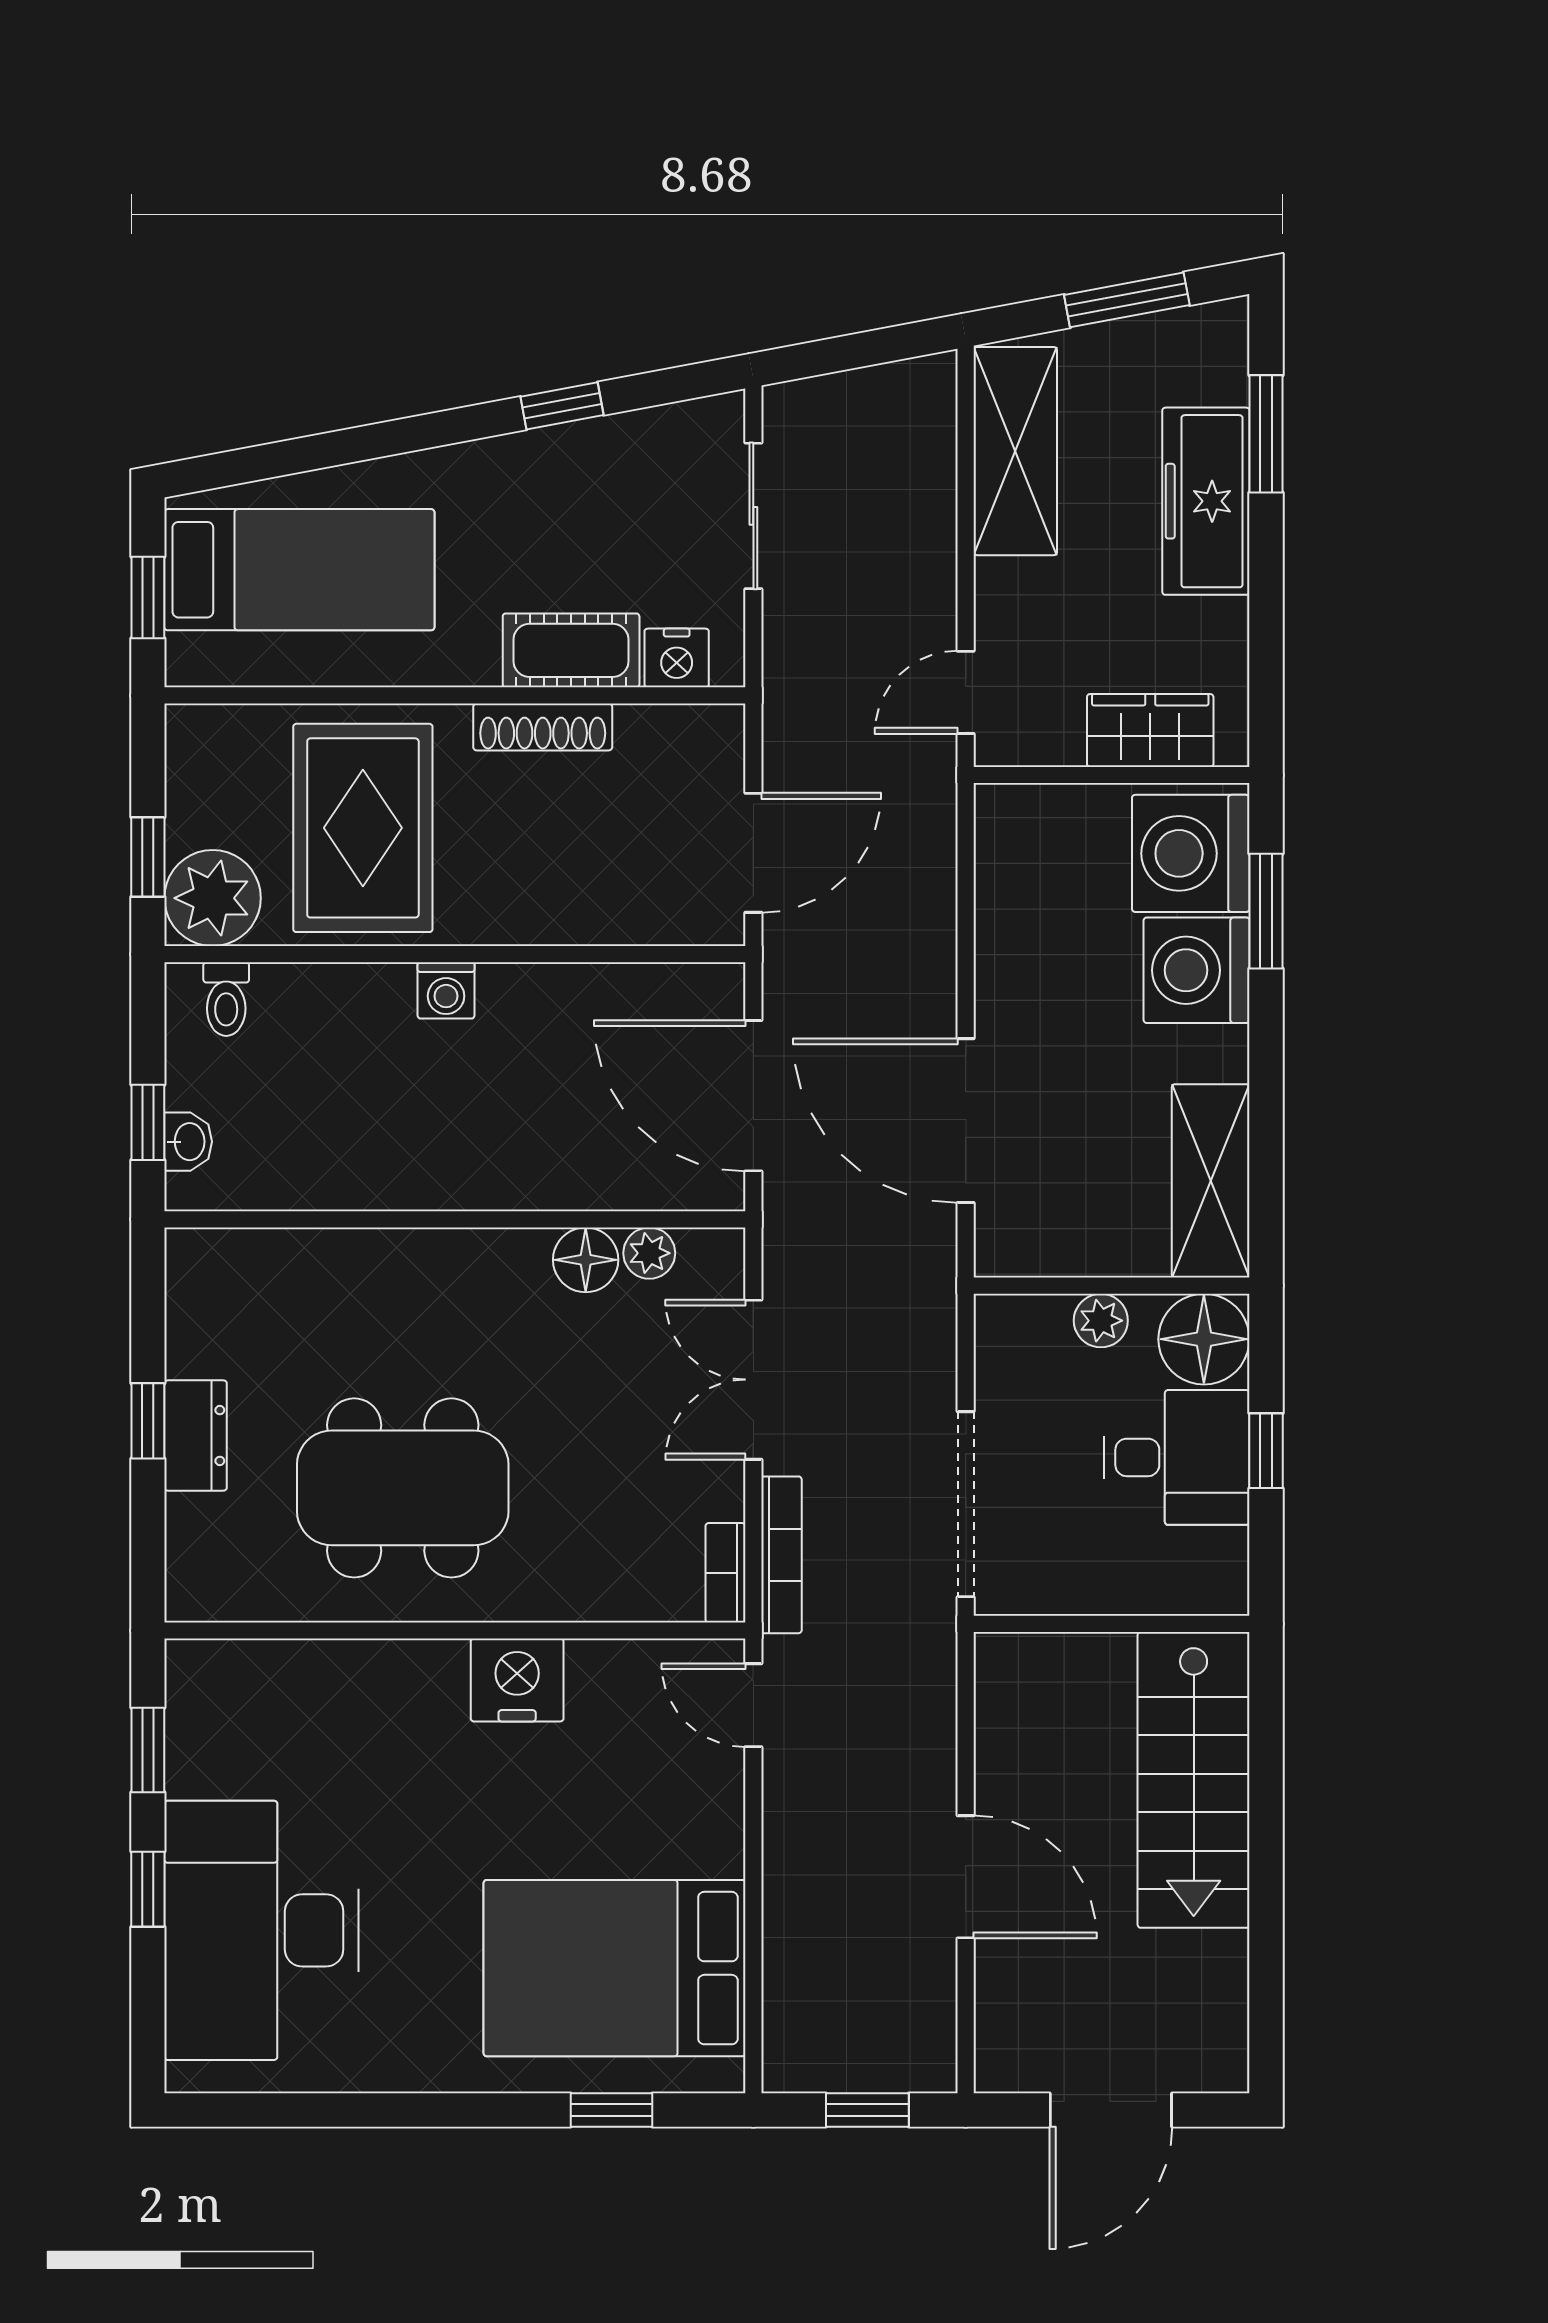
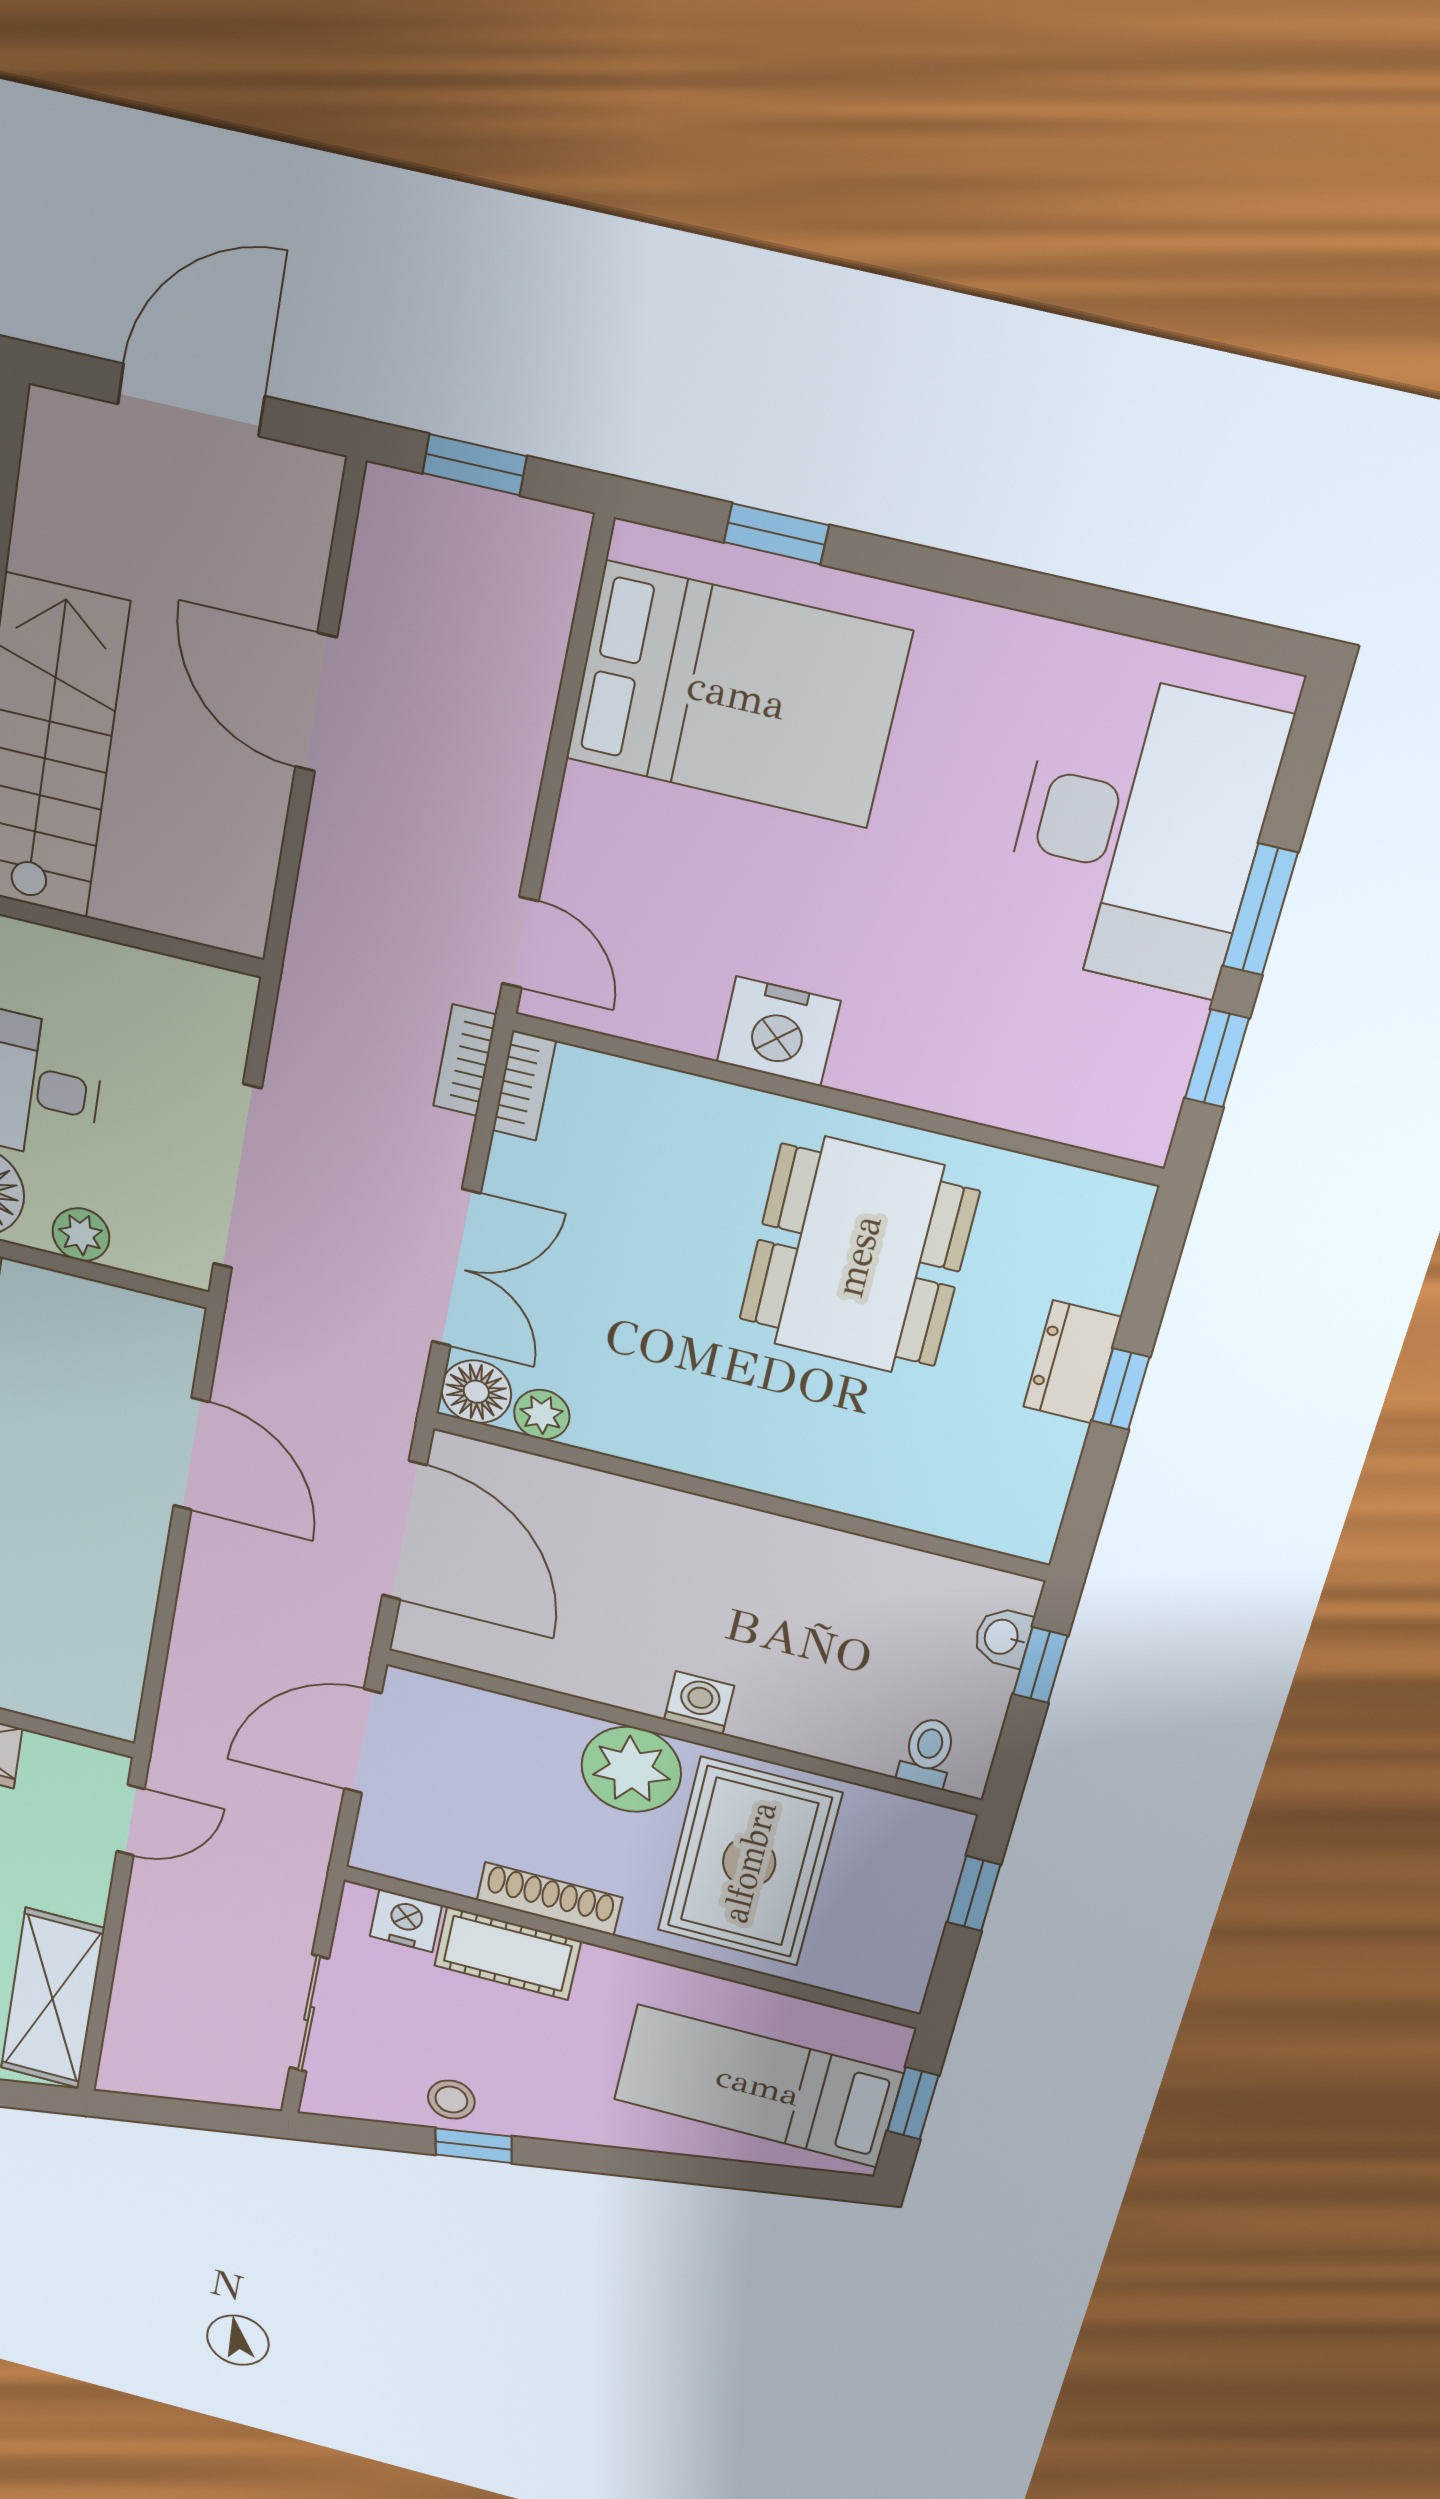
stool: (594, 456) -> (451, 2100), added
plant: (213, 898) -> (631, 1769), moved
door: (966, 1121) -> (191, 1454), width x0.73
floor lamp: (586, 1260) -> (476, 1392), moved
dining table: (403, 1488) -> (858, 1256), turned 90
doorway: (966, 1504) -> (237, 1177), moved
bookcase: (781, 1555) -> (465, 1060), width x0.64
window: (148, 1889) -> (1260, 910), width x1.50

